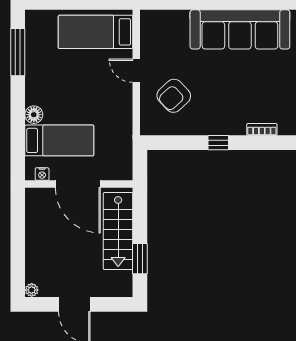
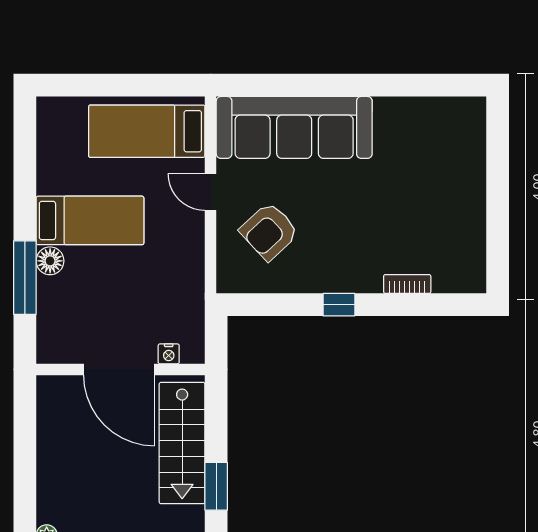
sofa: (240, 29) -> (294, 127), moved
window: (18, 52) -> (25, 278), moved
bed: (59, 140) -> (90, 220), moved
nightstand: (42, 174) -> (169, 354), moved

